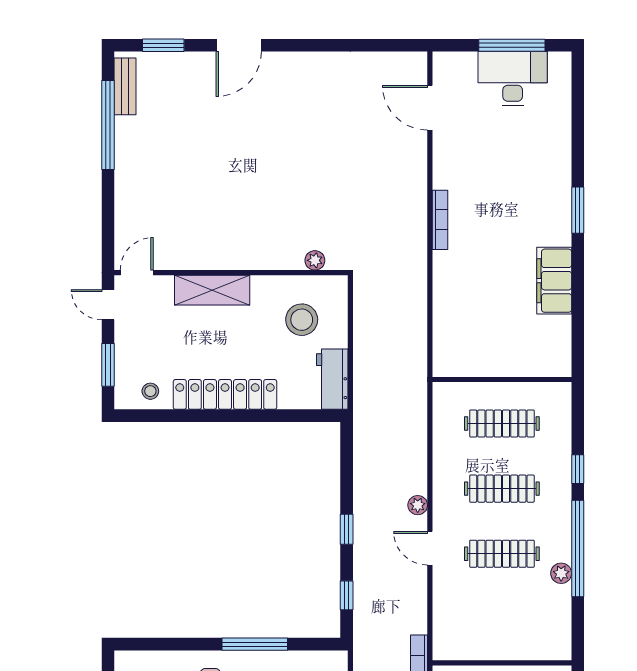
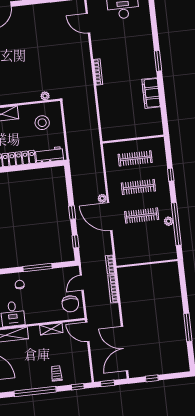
workbench: (332, 379) -> (49, 155), moved, turned 90
door: (430, 548) -> (110, 217), width x1.87
window: (578, 548) -> (176, 224), moved

